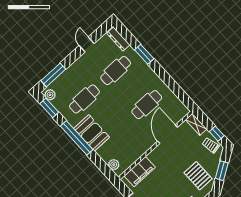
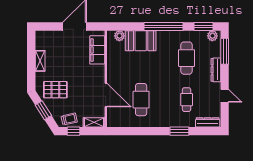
dresser: (73, 69) -> (216, 70), added
cafe table: (116, 71) -> (187, 100), width x0.73, depth x0.74
booth: (92, 133) -> (141, 41), moved

